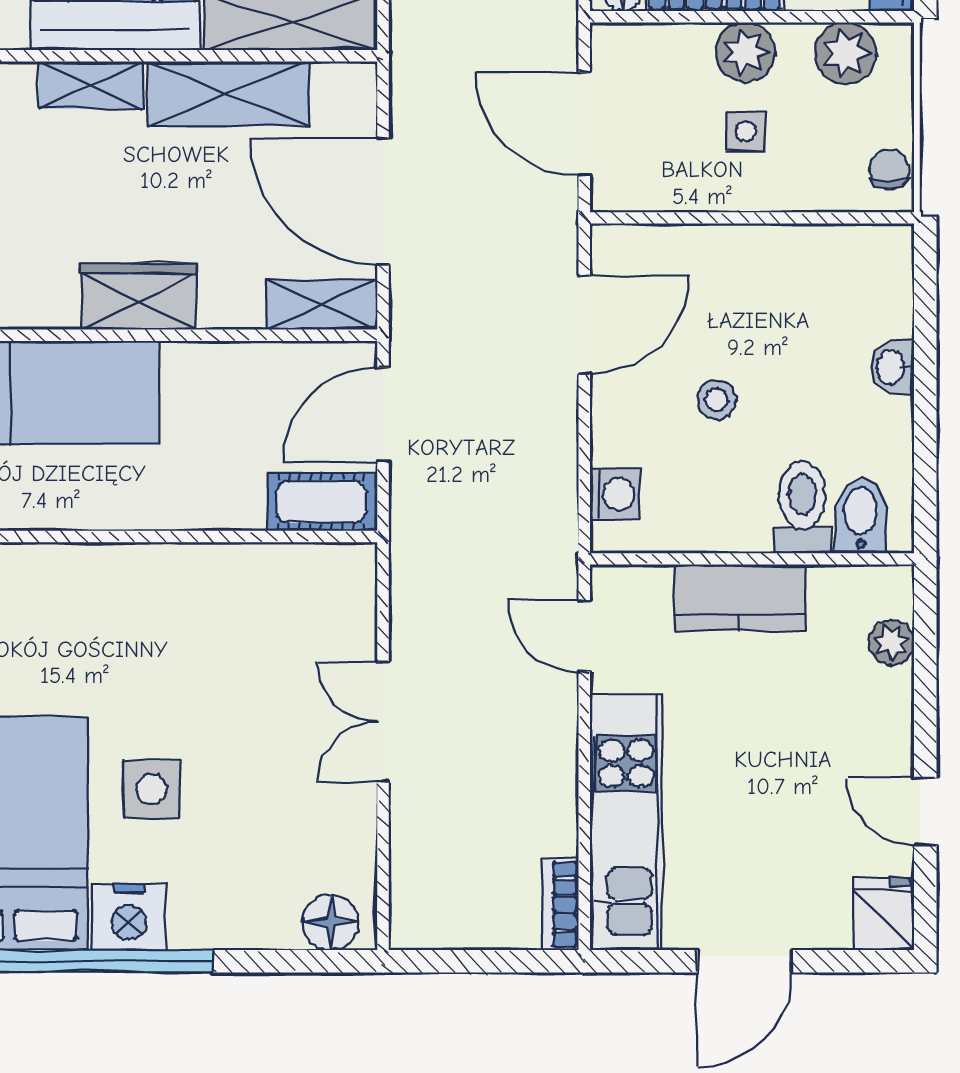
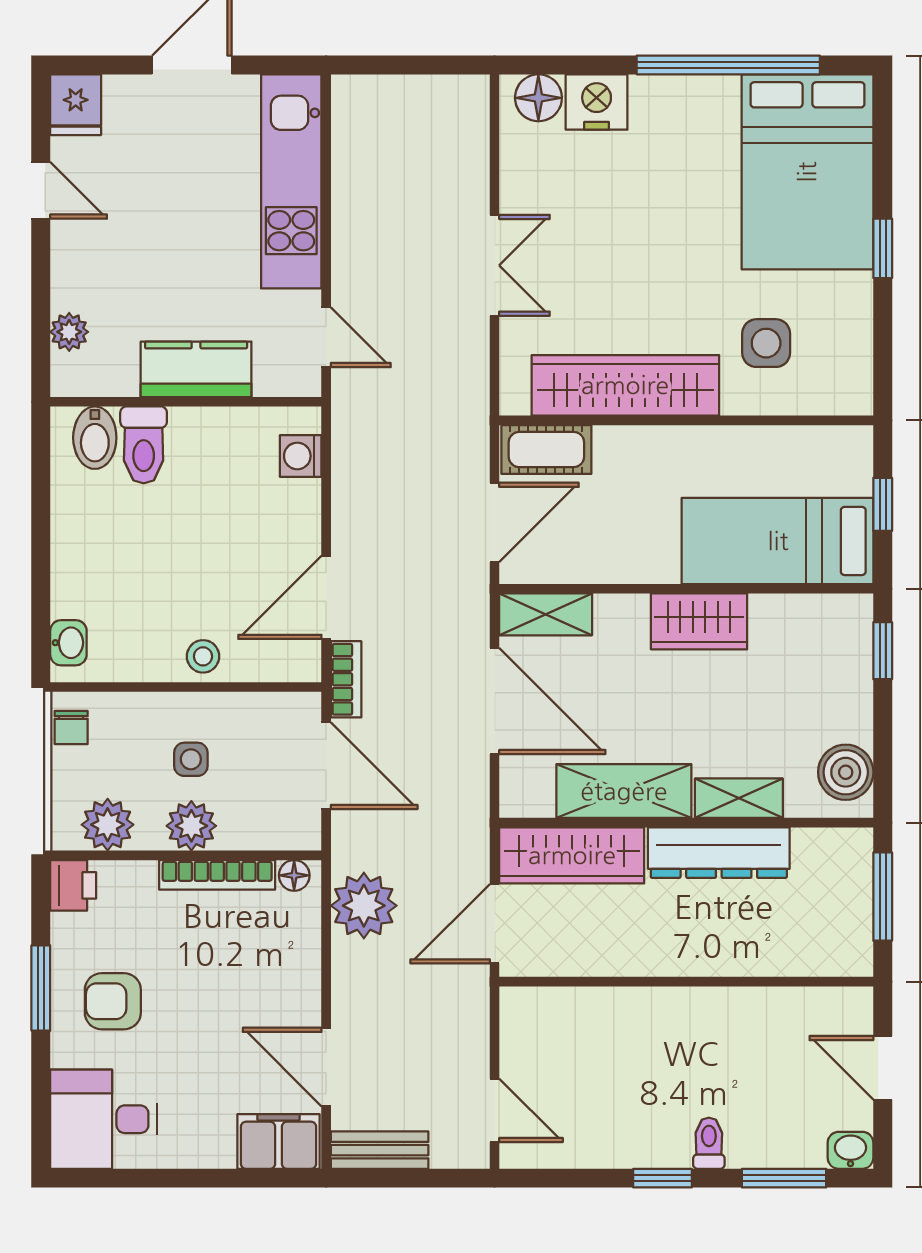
washbasin: (892, 367) -> (68, 643), moved
stool: (717, 399) -> (203, 656), moved
wardrobe: (227, 578) -> (625, 385), added
side table: (152, 789) -> (766, 343), moved
bookcase: (560, 905) -> (346, 679), moved
nightstand: (129, 917) -> (597, 102), moved

